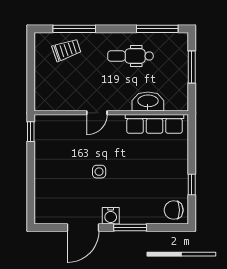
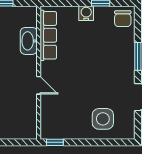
side table: (99, 172) -> (103, 119), moved, width x1.87, depth x1.87
water cooler: (111, 216) -> (86, 13), moved, turned -90

